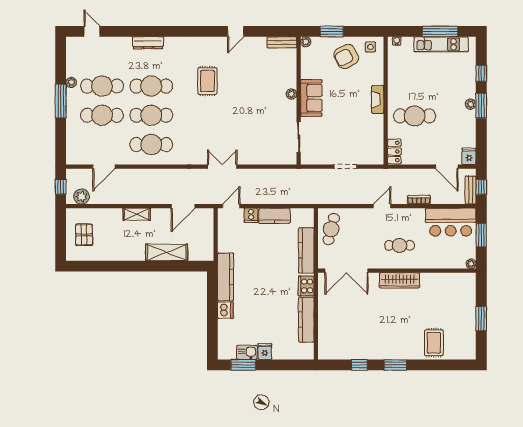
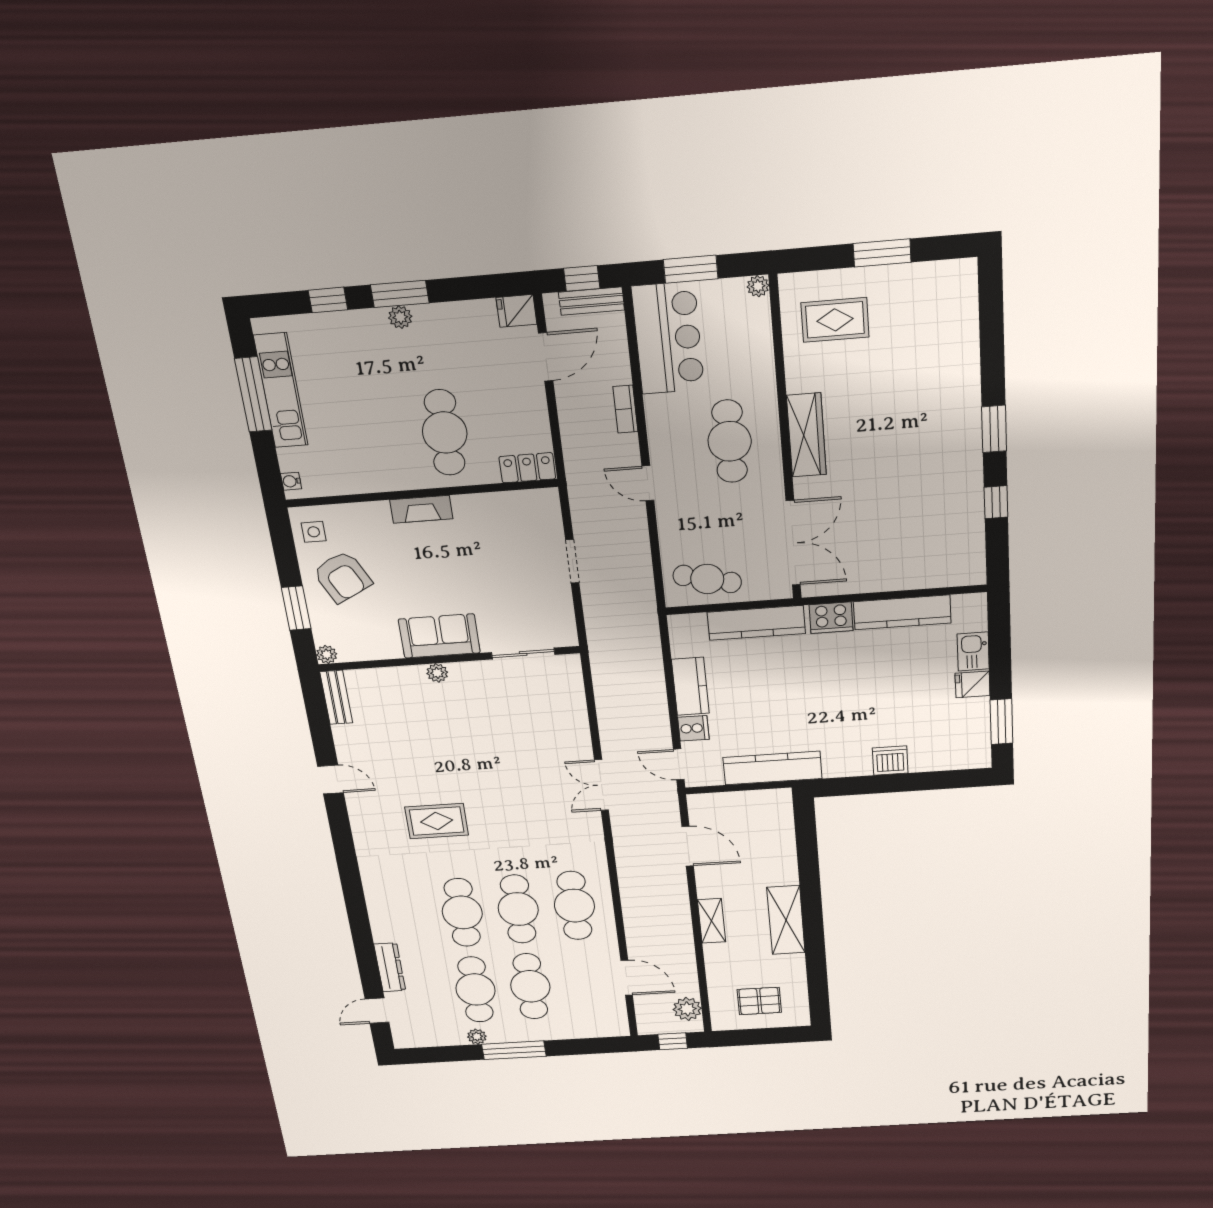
dresser: (148, 43) -> (390, 967), moved
cafe table: (399, 245) -> (730, 441), width x1.37, depth x1.35
shelving: (167, 252) -> (786, 920), moved
kitchen counter: (226, 277) -> (772, 768), moved
rug: (434, 343) -> (835, 320), moved
kitchen sink: (247, 352) -> (973, 651), moved

